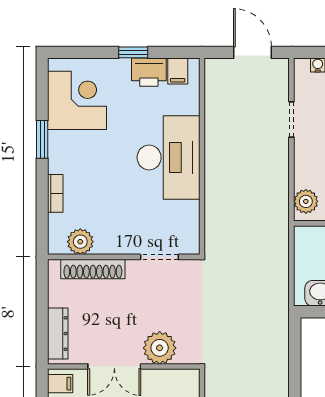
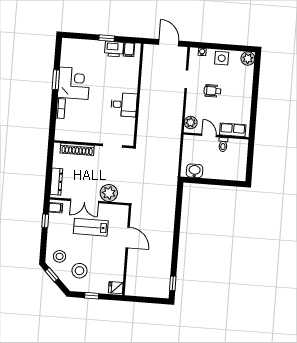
corner desk: (77, 100) -> (74, 83), moved
desk: (168, 157) -> (124, 105), width x0.53, depth x0.77
plant: (80, 242) -> (72, 135), removed

